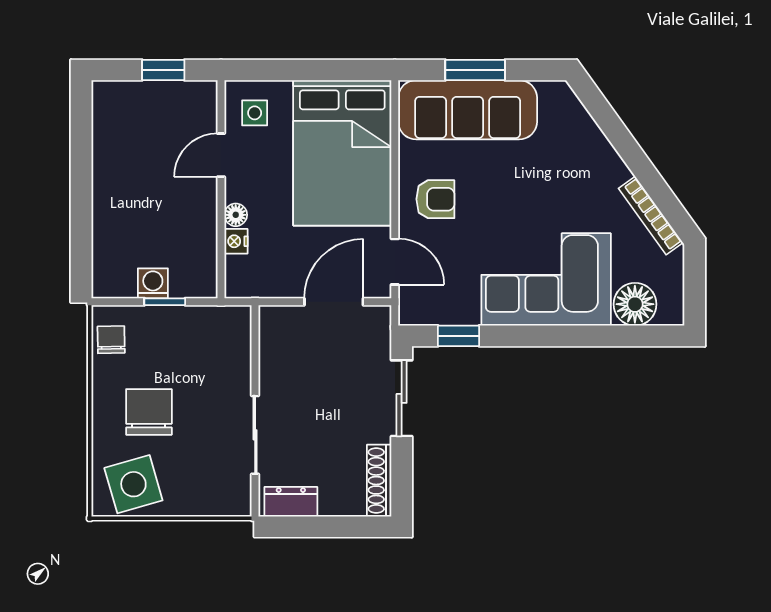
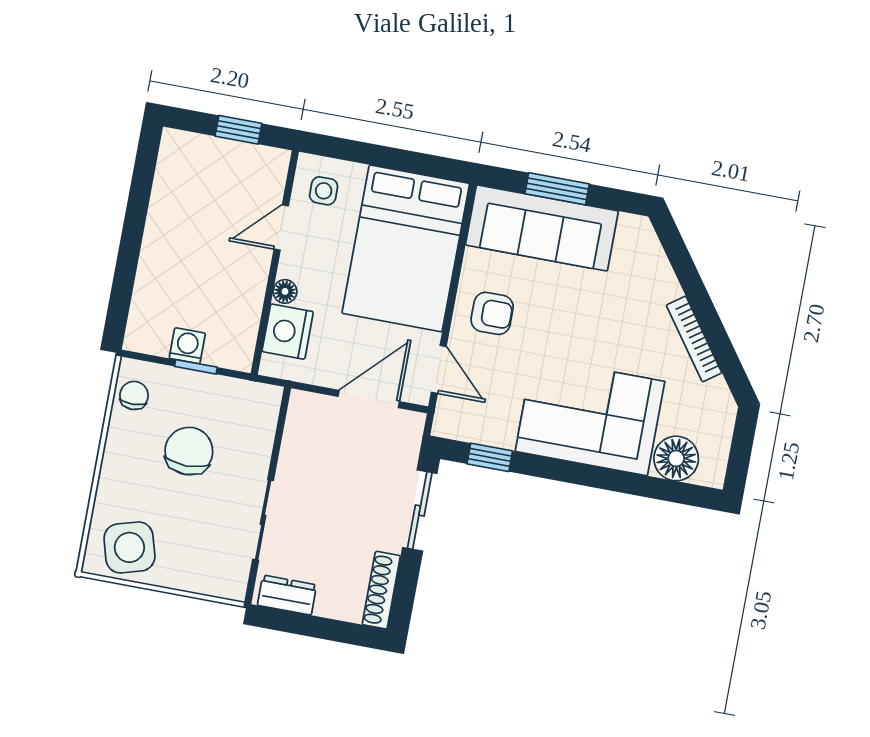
bookcase: (651, 216) -> (694, 339), moved
nightstand: (236, 241) -> (288, 332), width x1.89, depth x1.79
chair: (149, 412) -> (189, 451), moved

